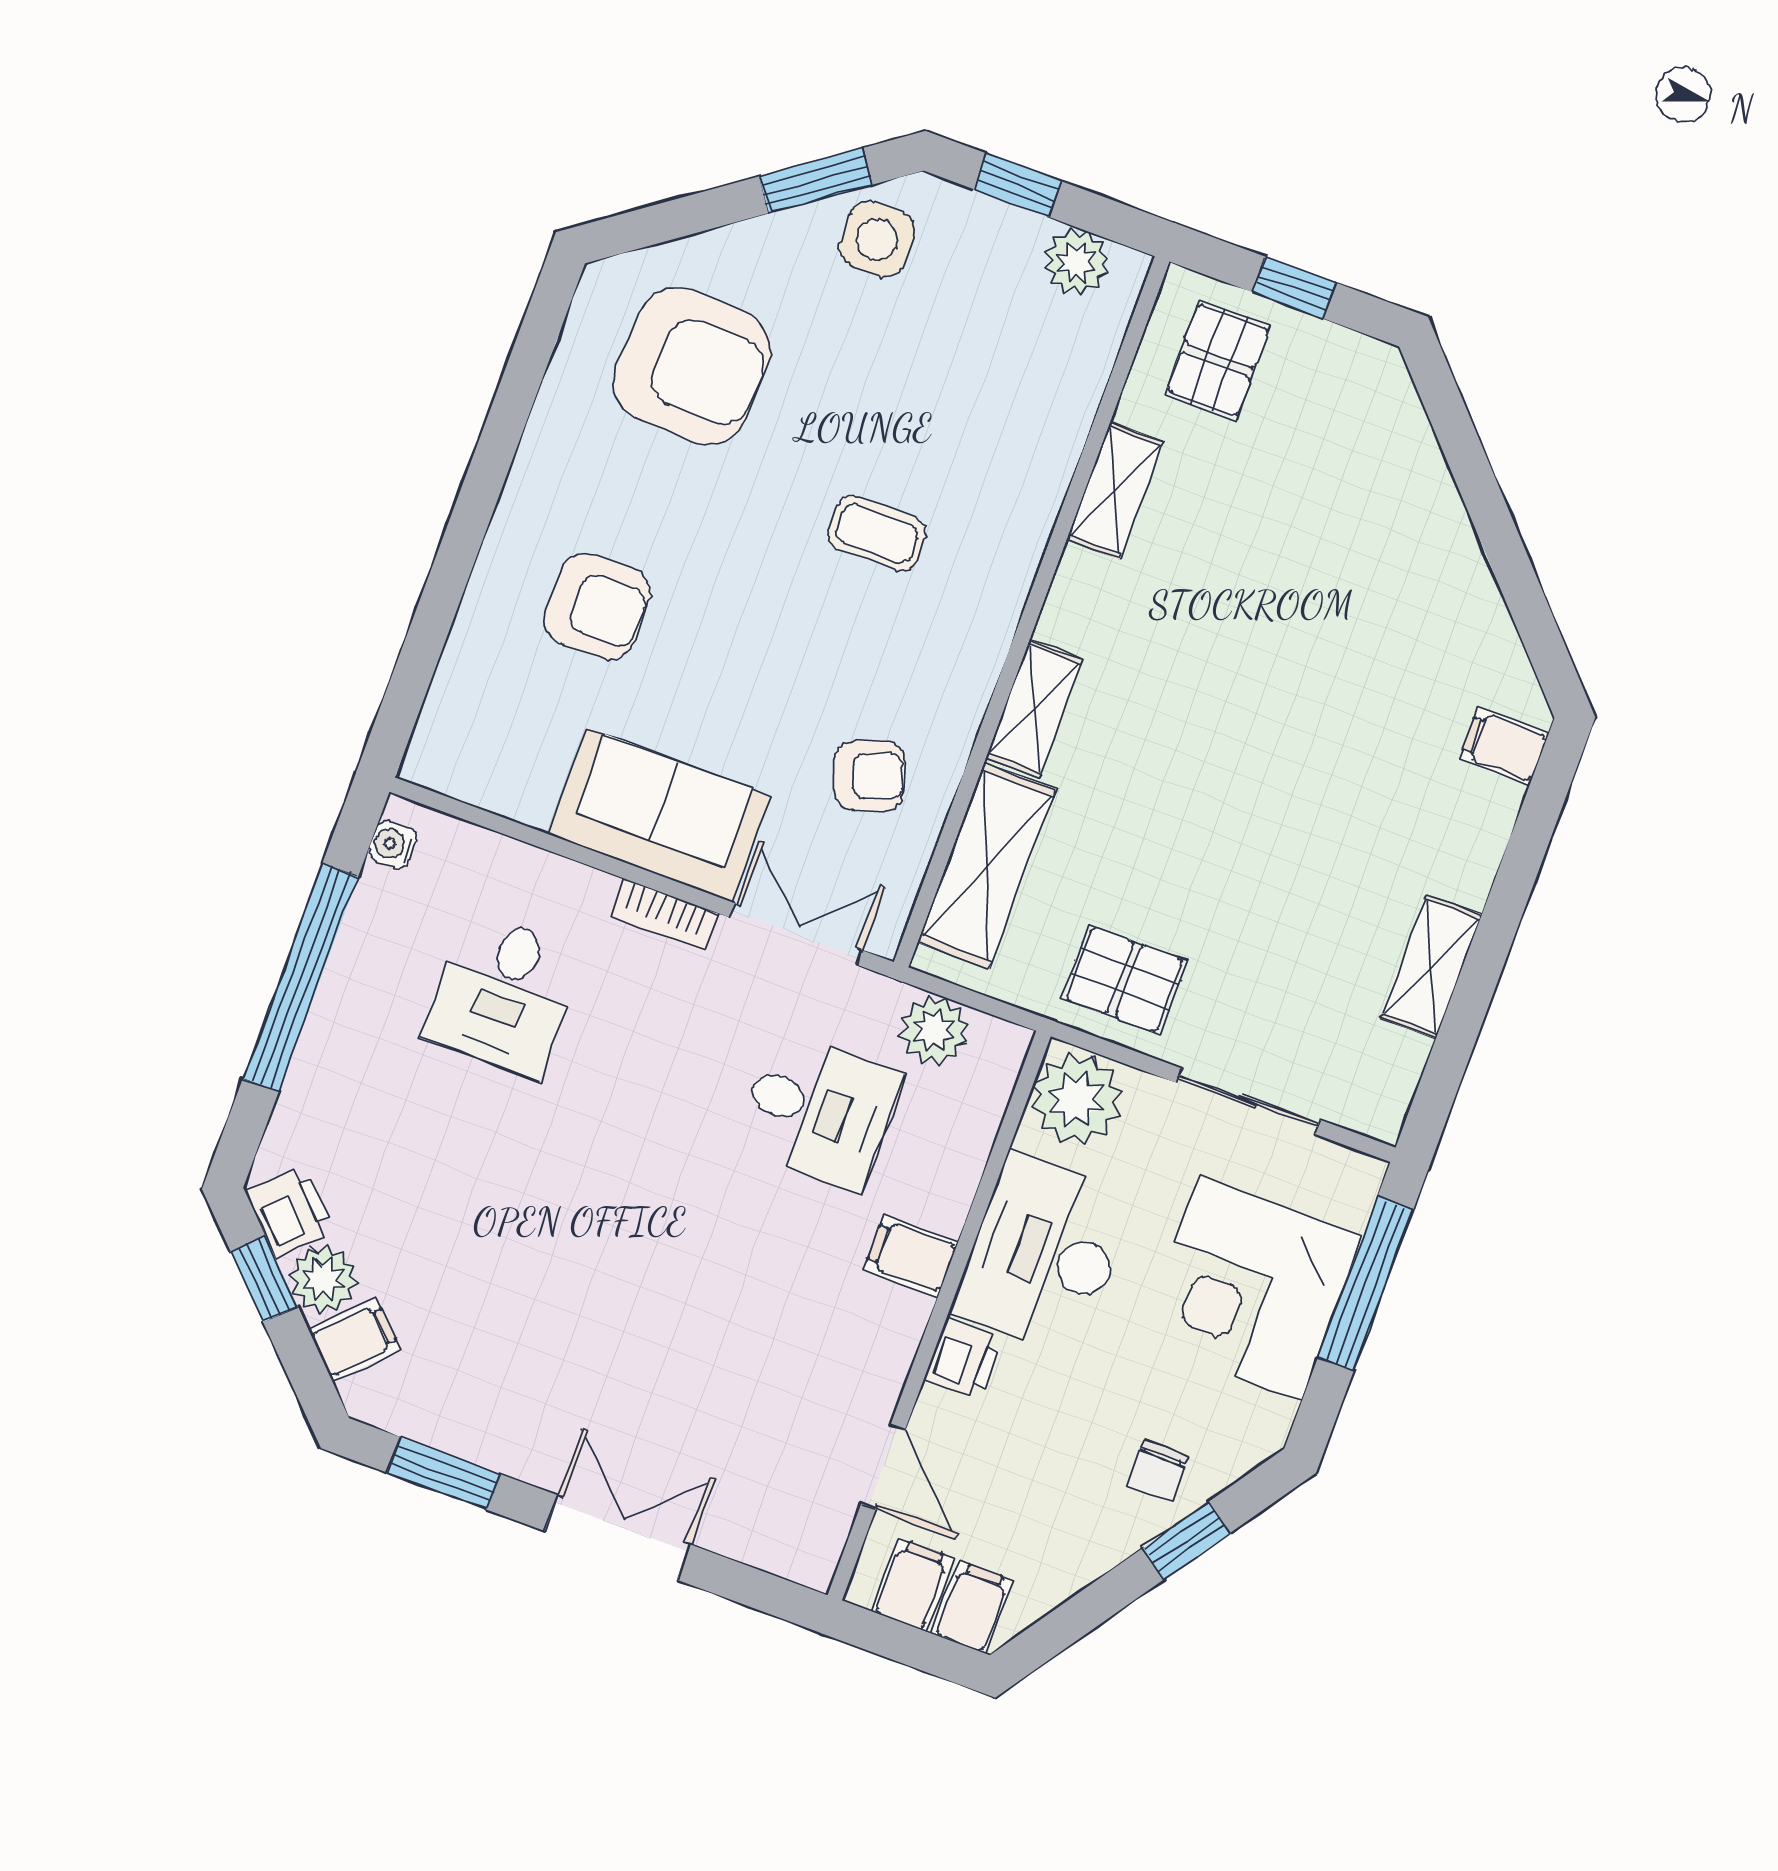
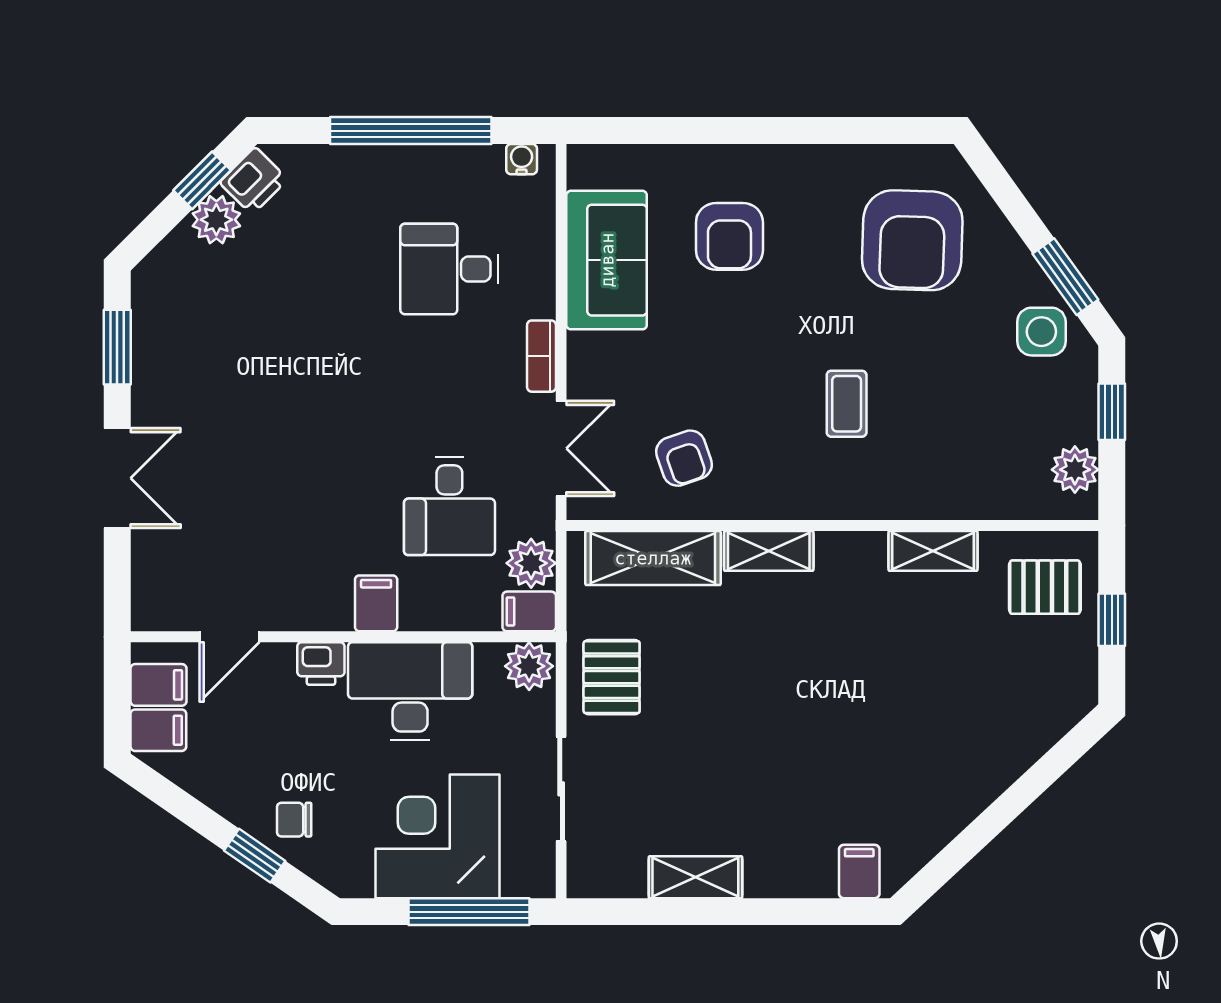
sofa: (659, 815) -> (607, 260), moved
plant: (1077, 1099) -> (529, 666), width x0.73, depth x0.73
filing cabinet: (354, 1340) -> (529, 611), moved, turned 135

